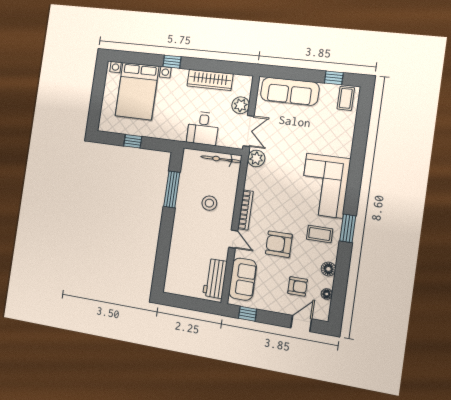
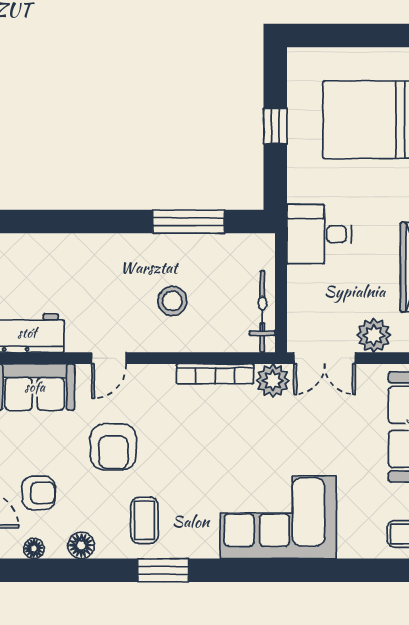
desk: (203, 128) -> (319, 234), moved
corner sofa: (325, 186) -> (278, 517), moved
bookcase: (246, 210) -> (215, 374), moved
armchair: (279, 244) -> (113, 447), turned 180
armchair: (298, 286) -> (39, 493), turned -90

